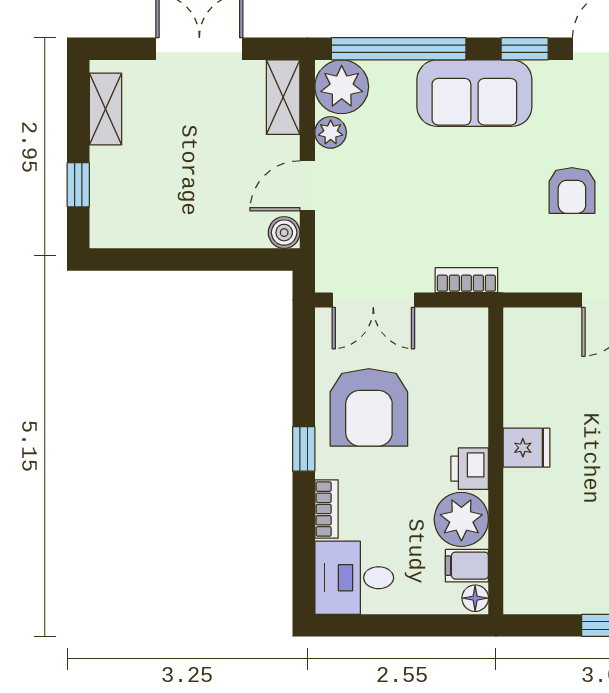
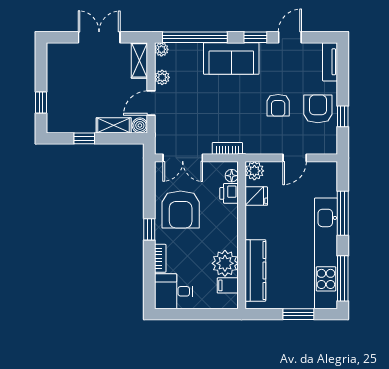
plant: (342, 87) -> (161, 49), width x0.53, depth x0.53
shelving: (105, 109) -> (114, 125), moved, turned 90
window: (168, 259) -> (84, 138), added
plant: (523, 327) -> (254, 171), added
fridge: (527, 448) -> (256, 196), moved
printer: (470, 469) -> (229, 193), moved
kitchen counter: (525, 534) -> (255, 270), added
floor lamp: (475, 598) -> (232, 176), moved

